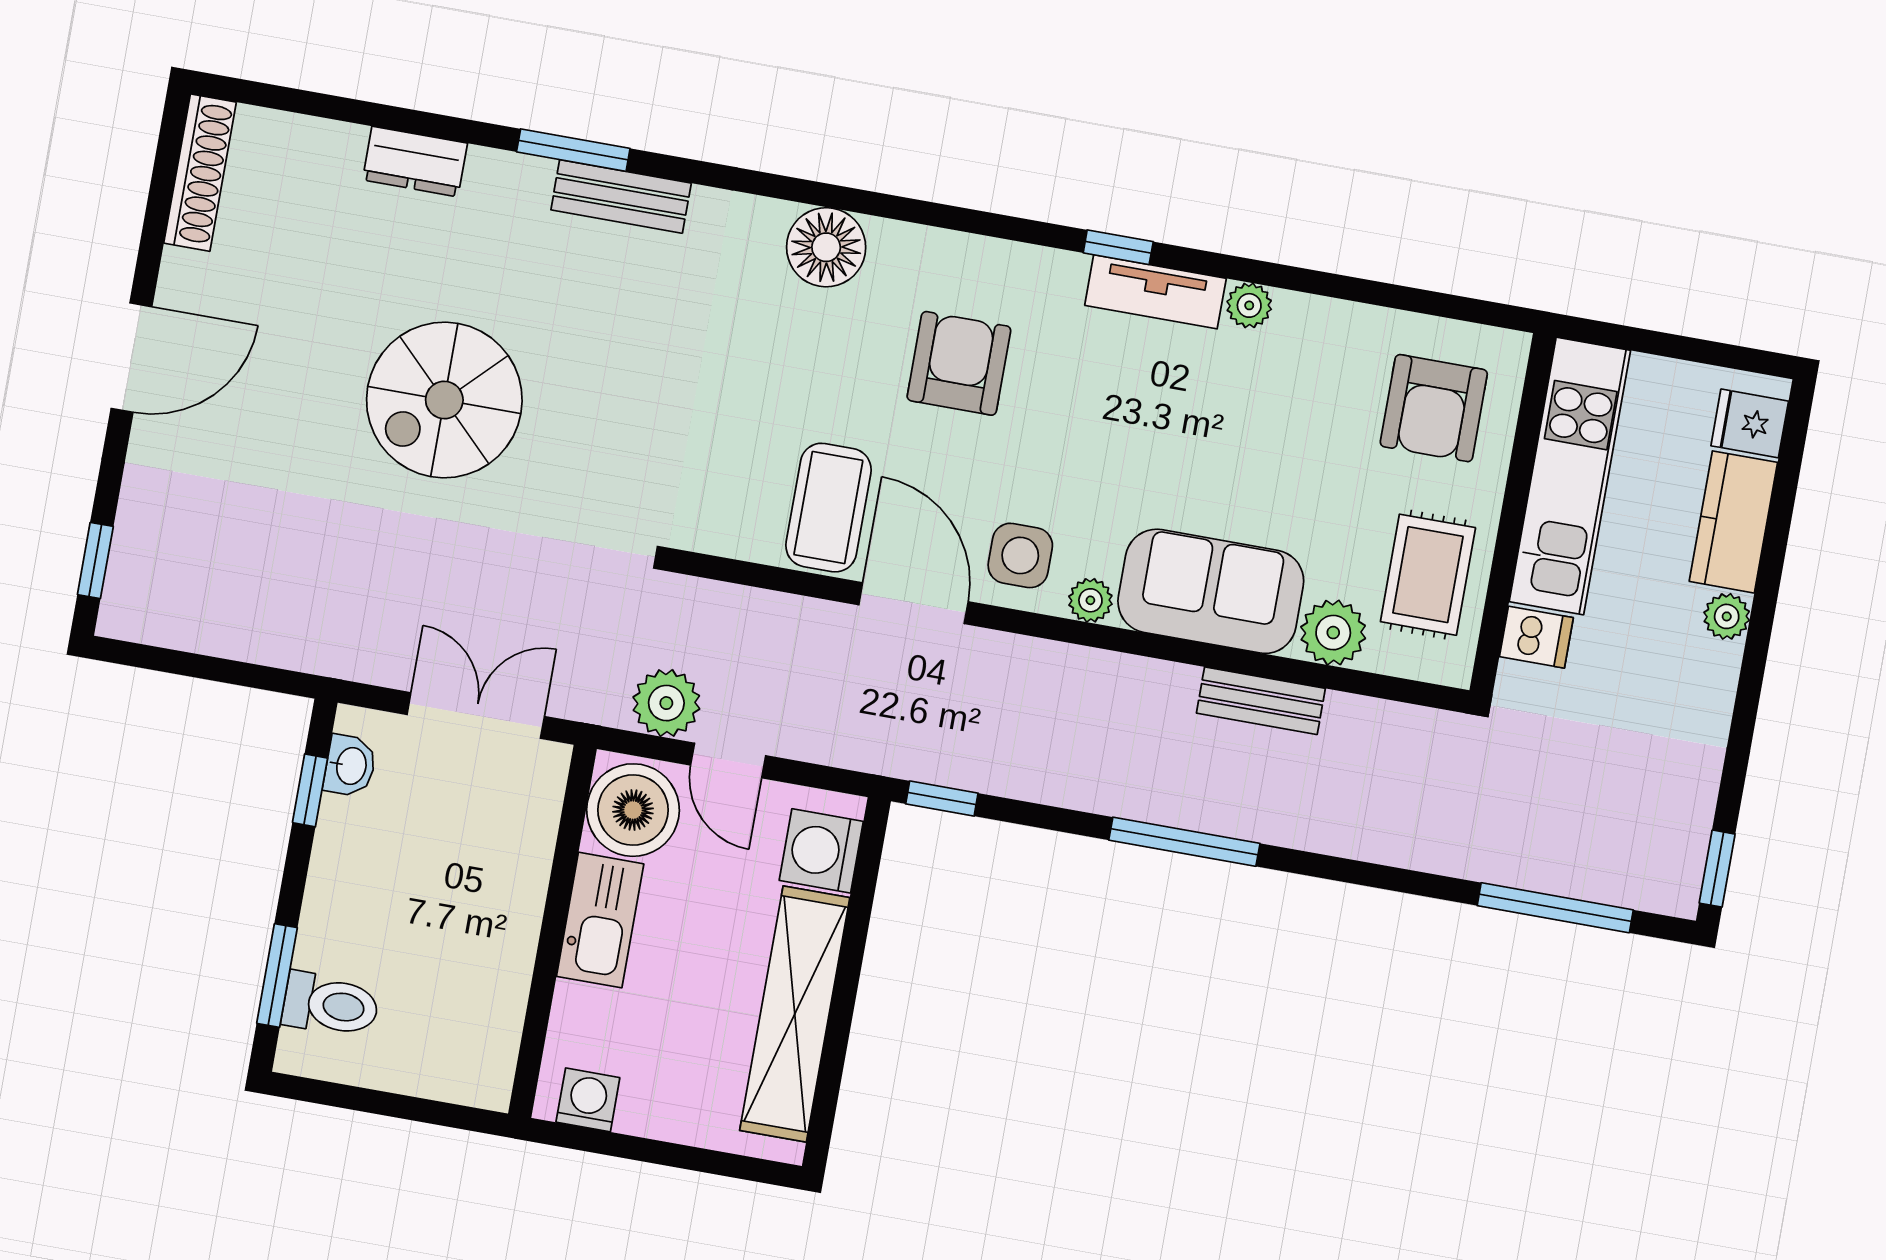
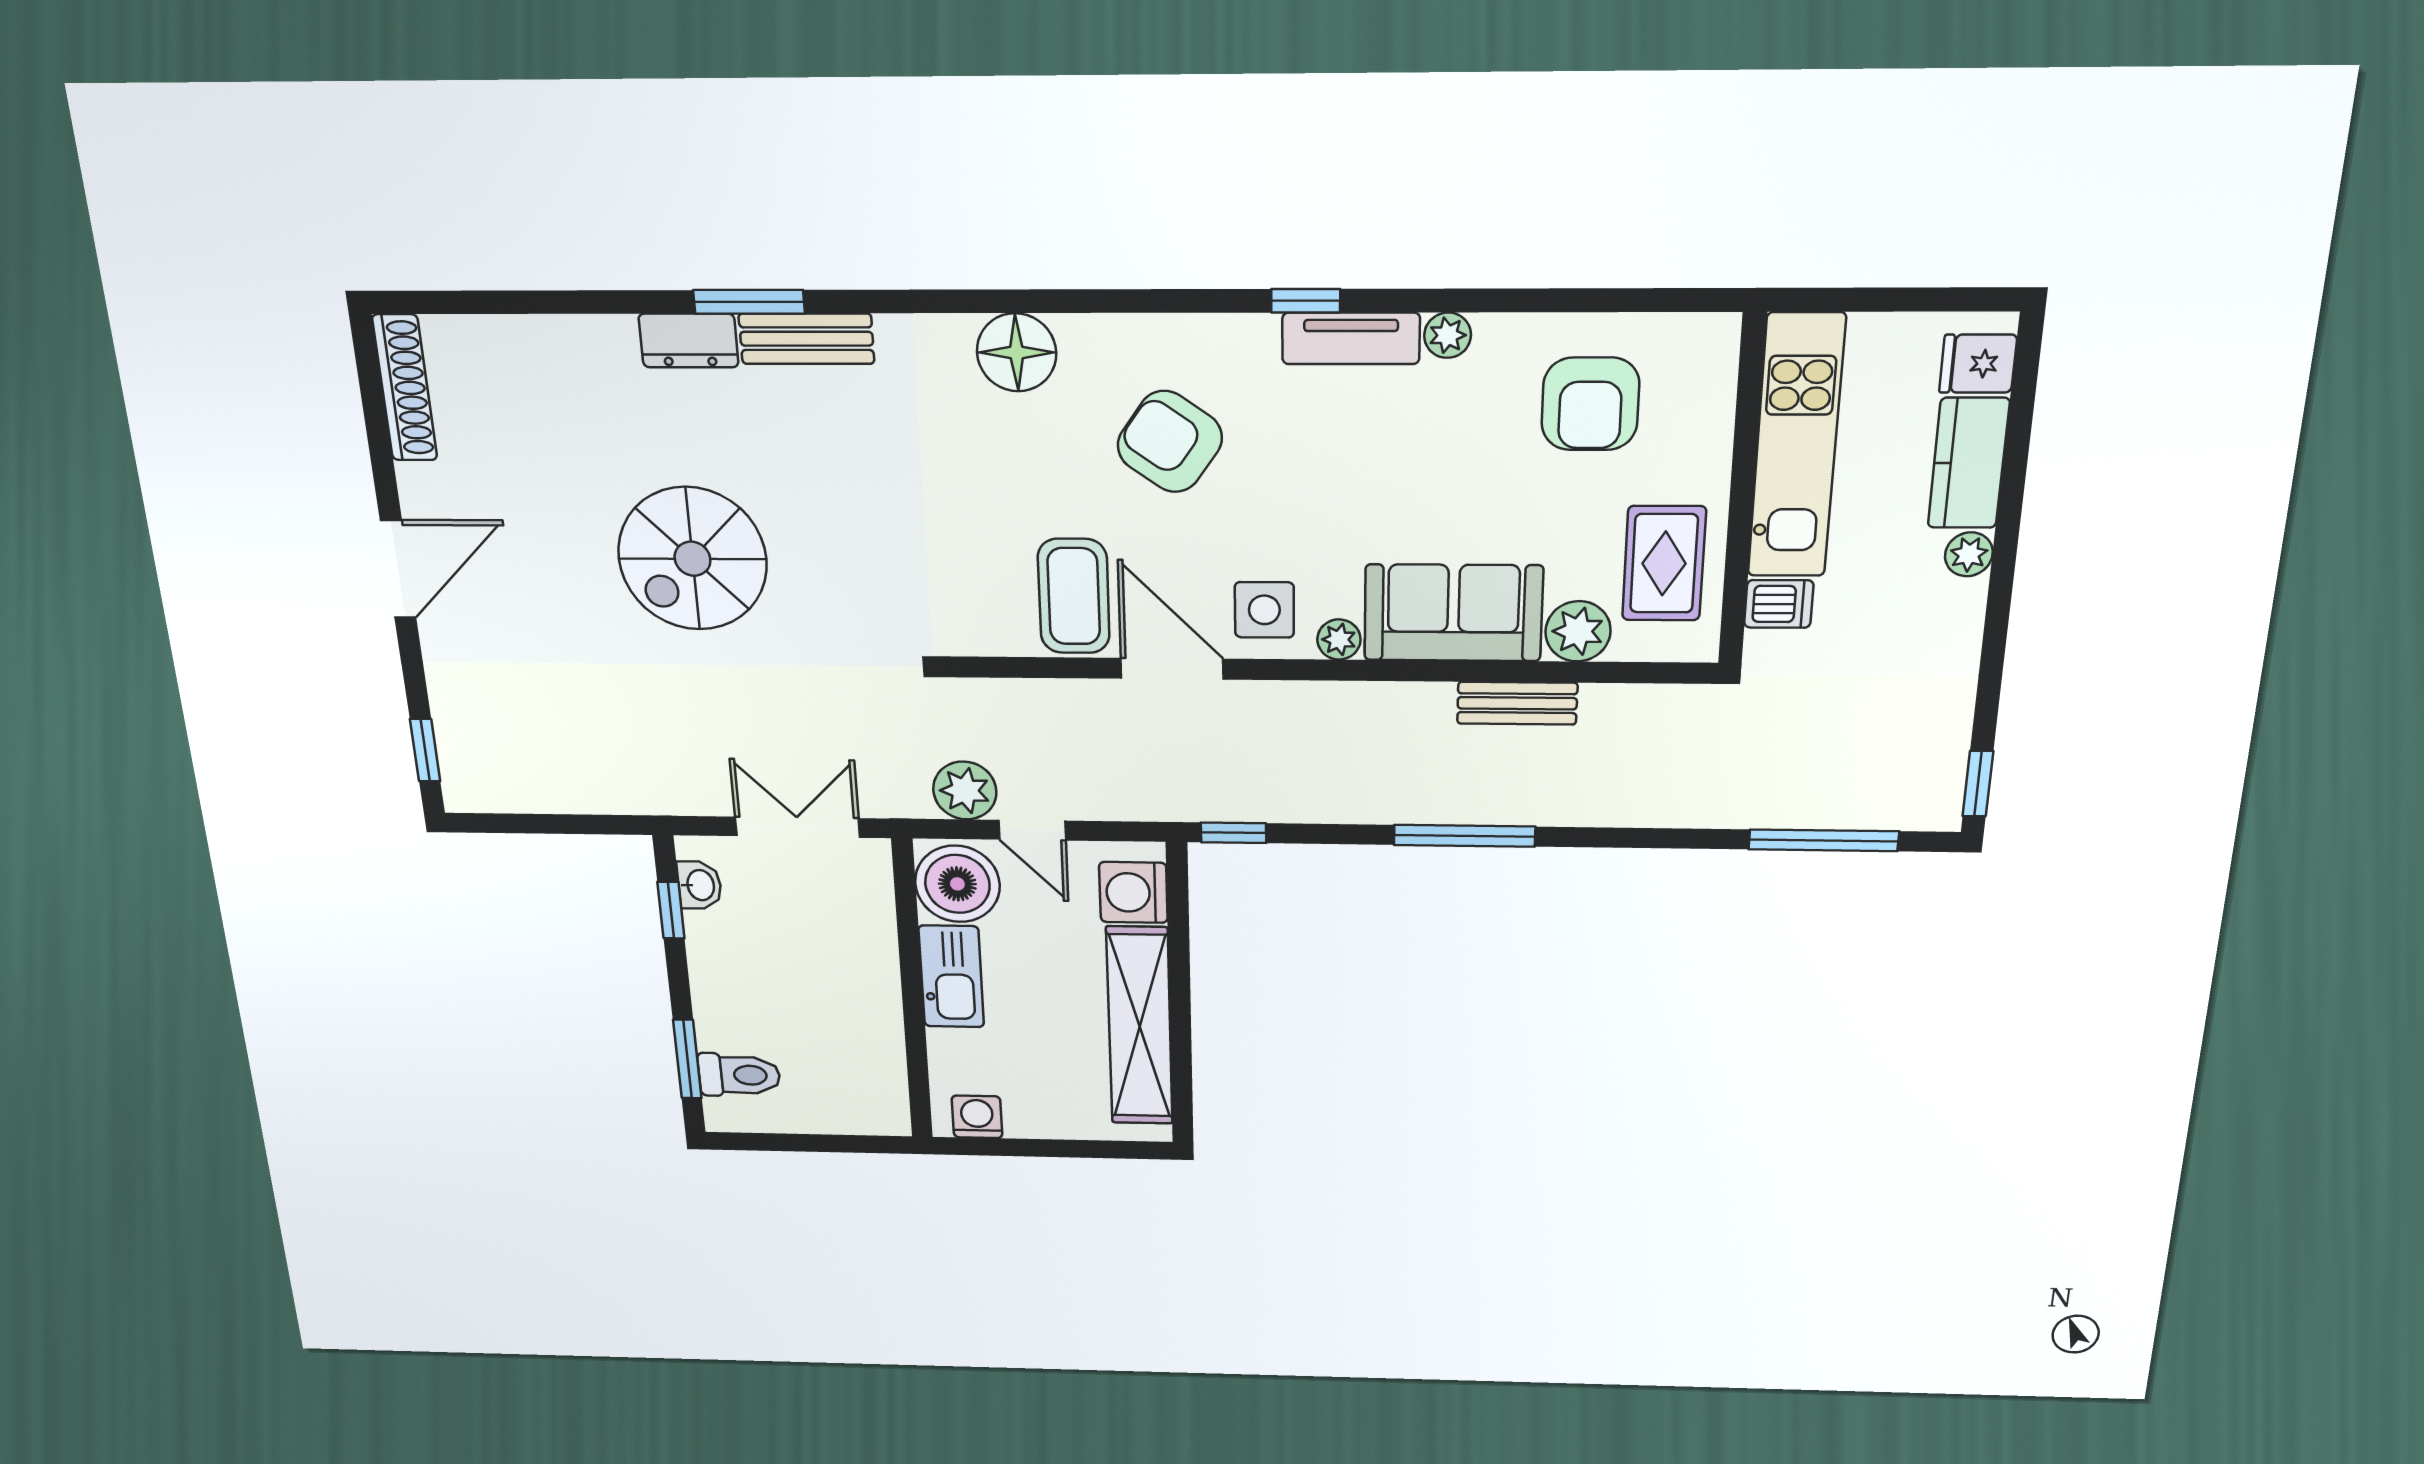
dresser: (415, 162) -> (688, 341), moved
armchair: (959, 363) -> (1170, 442), turned -55
armchair: (1434, 408) -> (1590, 404), moved

